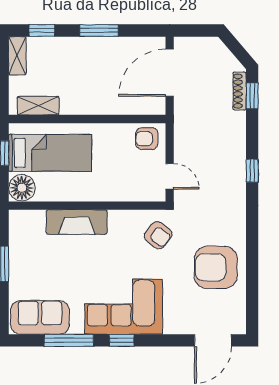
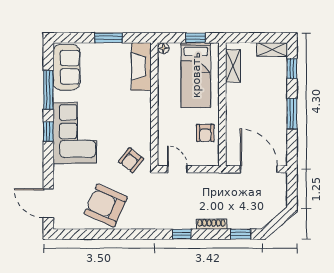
shoe rack: (240, 91) -> (211, 224), moved
armchair: (147, 139) -> (205, 133), moved, turned 180
door: (170, 176) -> (177, 169), swing flipped
floor lamp: (22, 188) -> (163, 48), width x0.53, depth x0.53
fireplace: (77, 222) -> (141, 66), moved
armchair: (216, 267) -> (106, 205), turned -66

